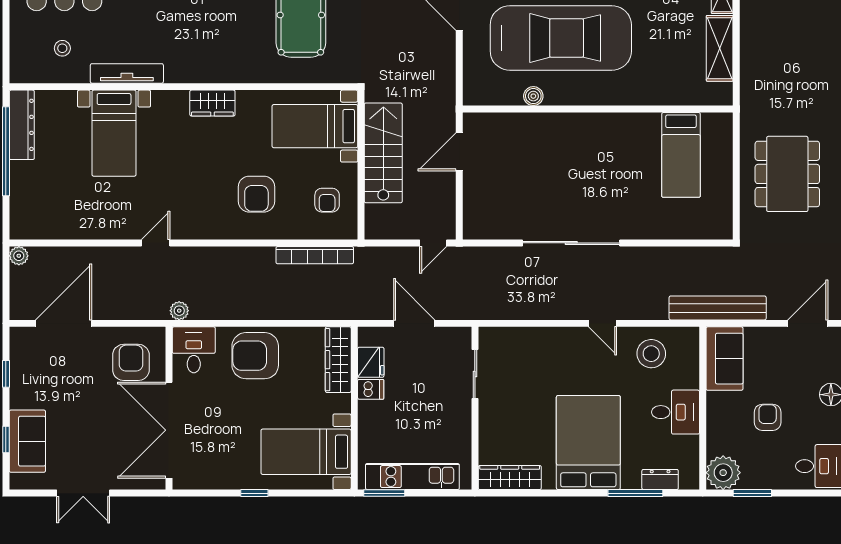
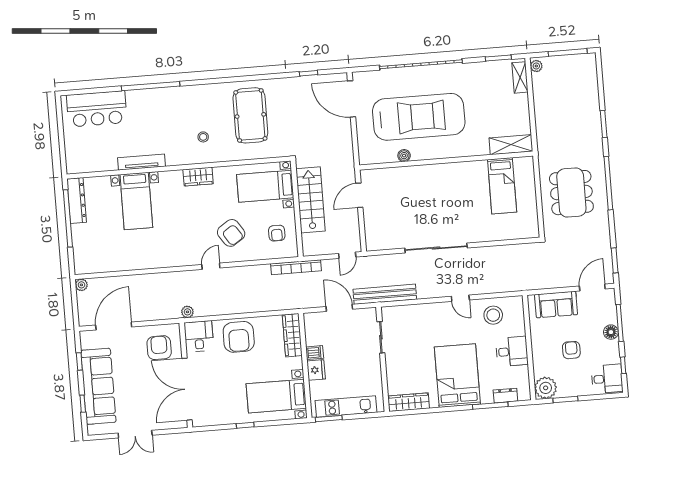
stool: (62, 48) -> (203, 137), moved
shelving: (720, 48) -> (511, 145), moved, turned 90
armchair: (256, 194) -> (231, 233), turned -34
door: (156, 243) -> (211, 266), moved
bookcase: (315, 255) -> (296, 267), moved
bench: (718, 308) -> (385, 294), moved
armchair: (255, 356) -> (239, 337), turned -90
sofa: (724, 359) -> (556, 305), moved, turned 90
fridge: (371, 362) -> (316, 370), moved
sofa: (27, 441) -> (98, 386), width x1.85, depth x1.27

